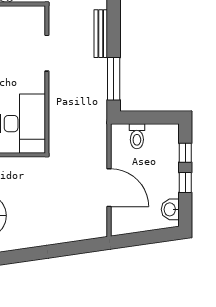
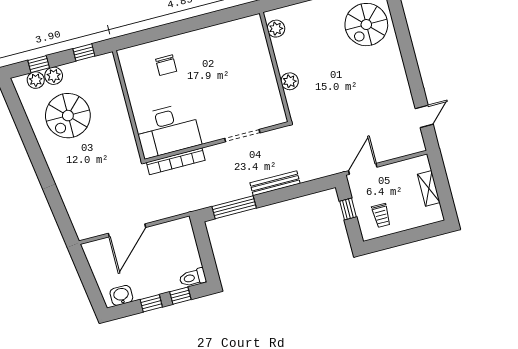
bookcase: (55, 123) -> (176, 161), added
toilet: (137, 136) -> (193, 278), moved

